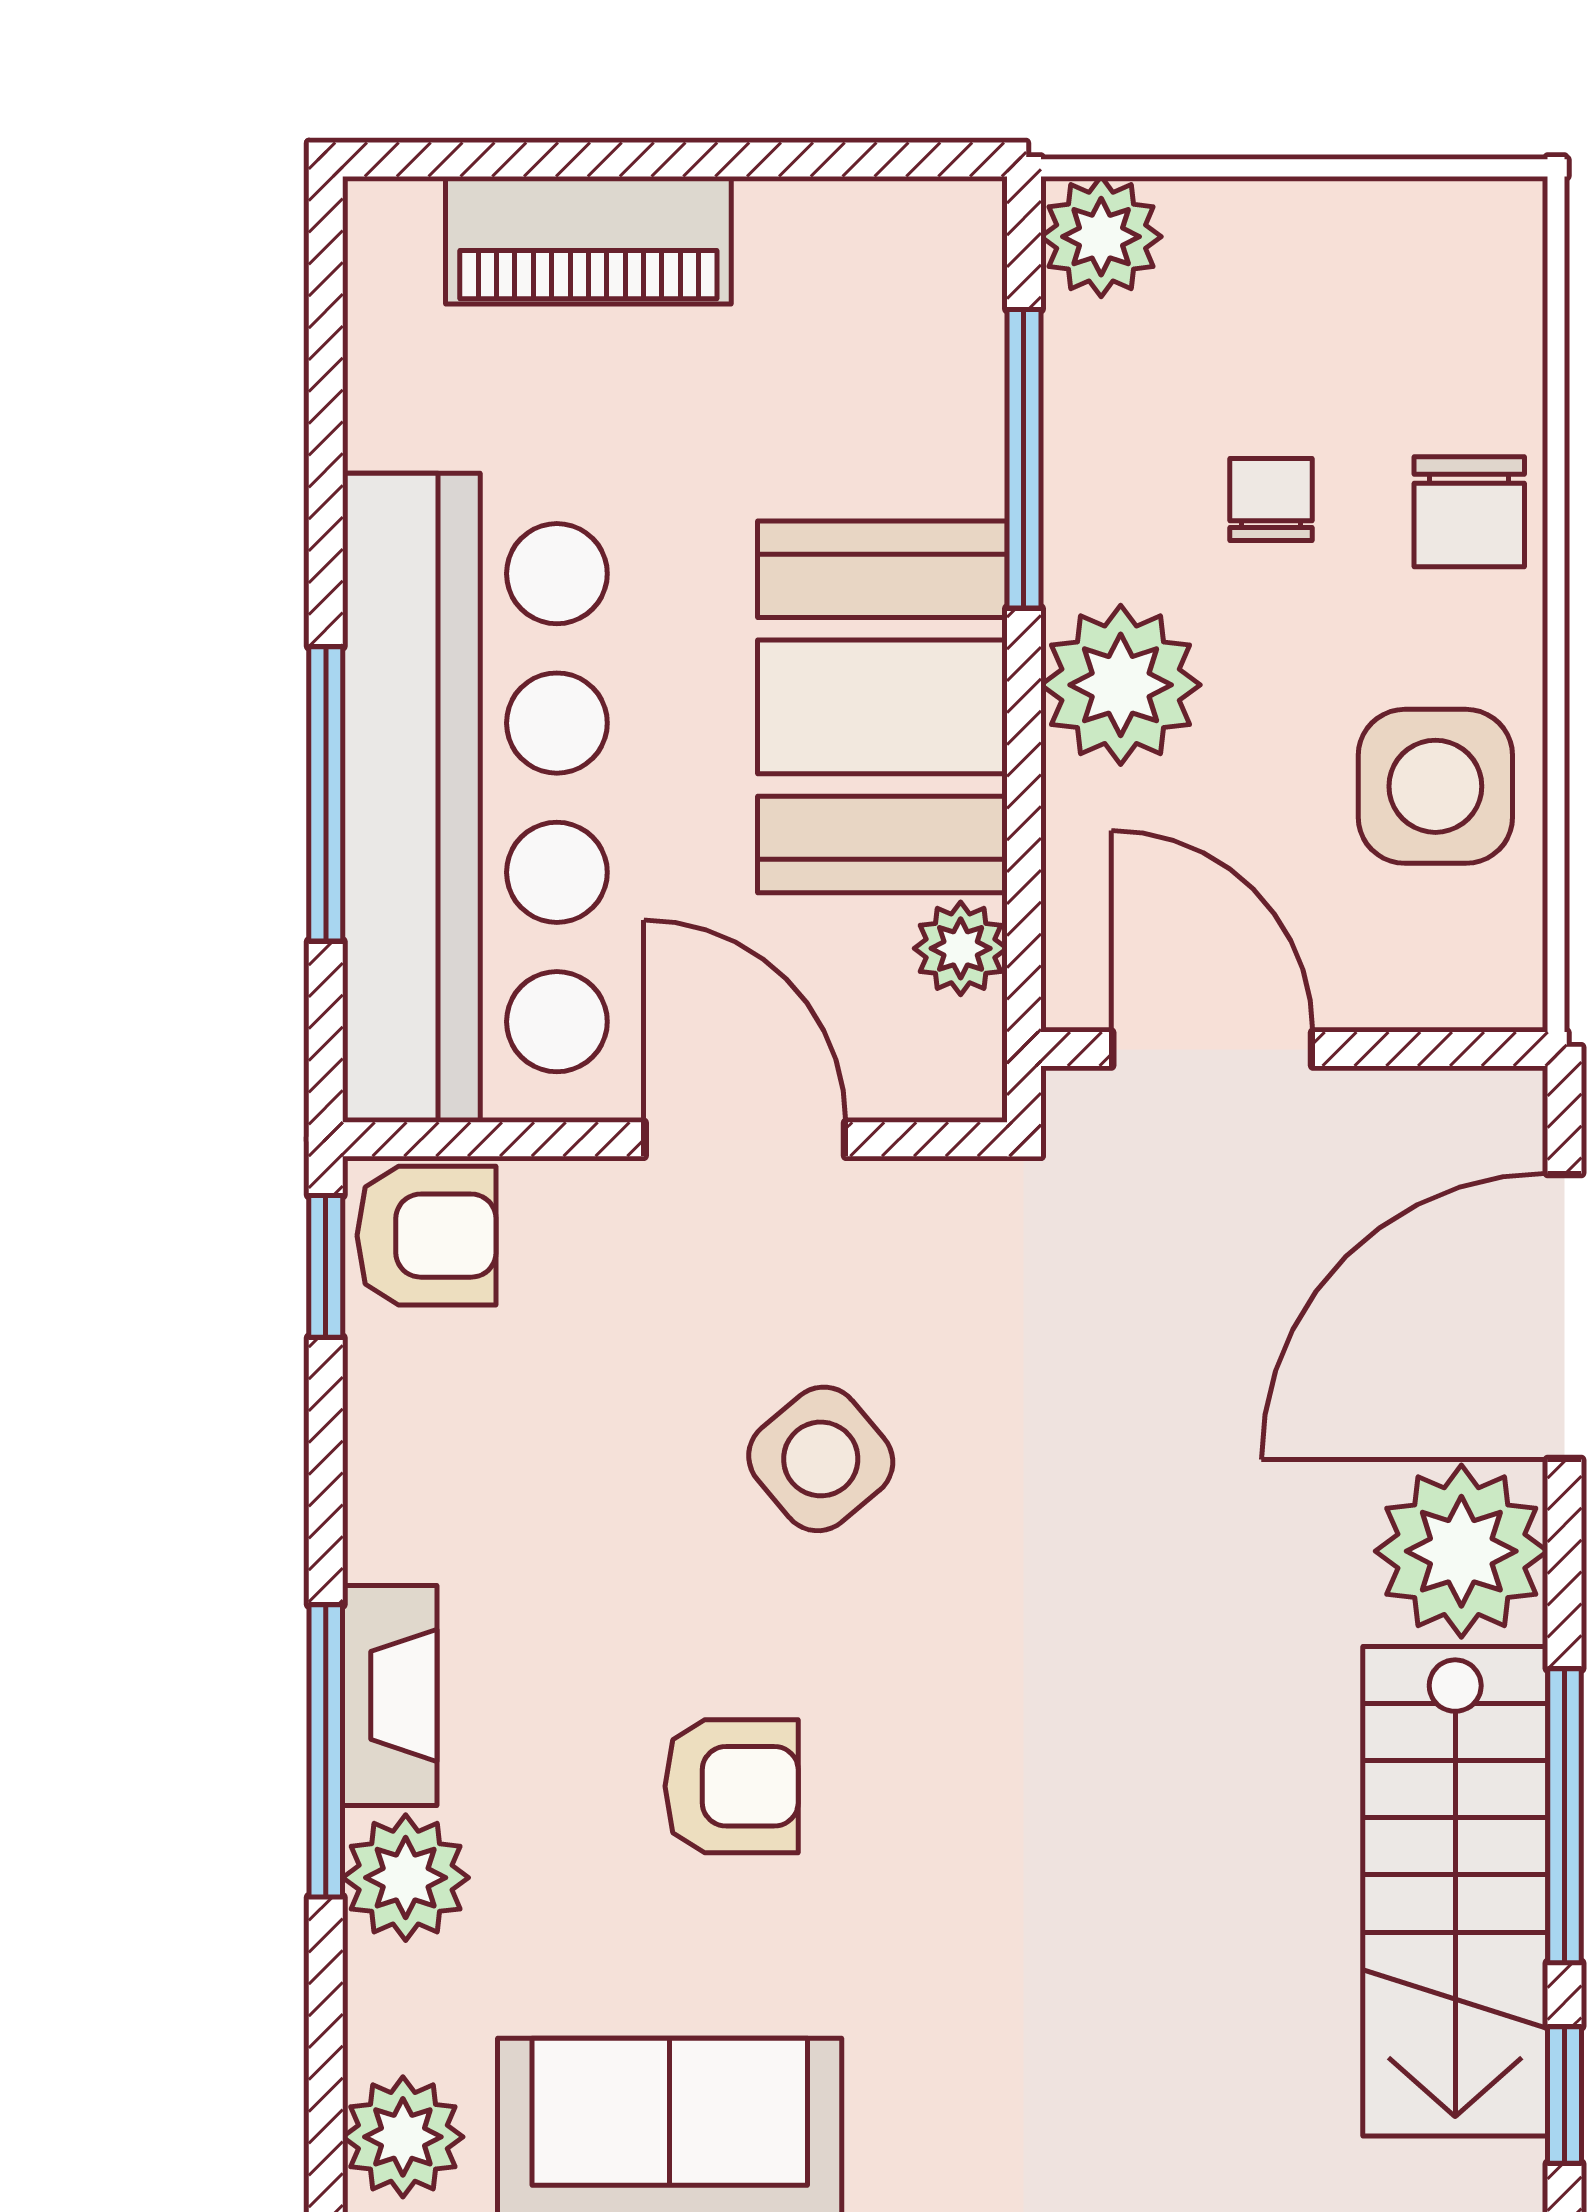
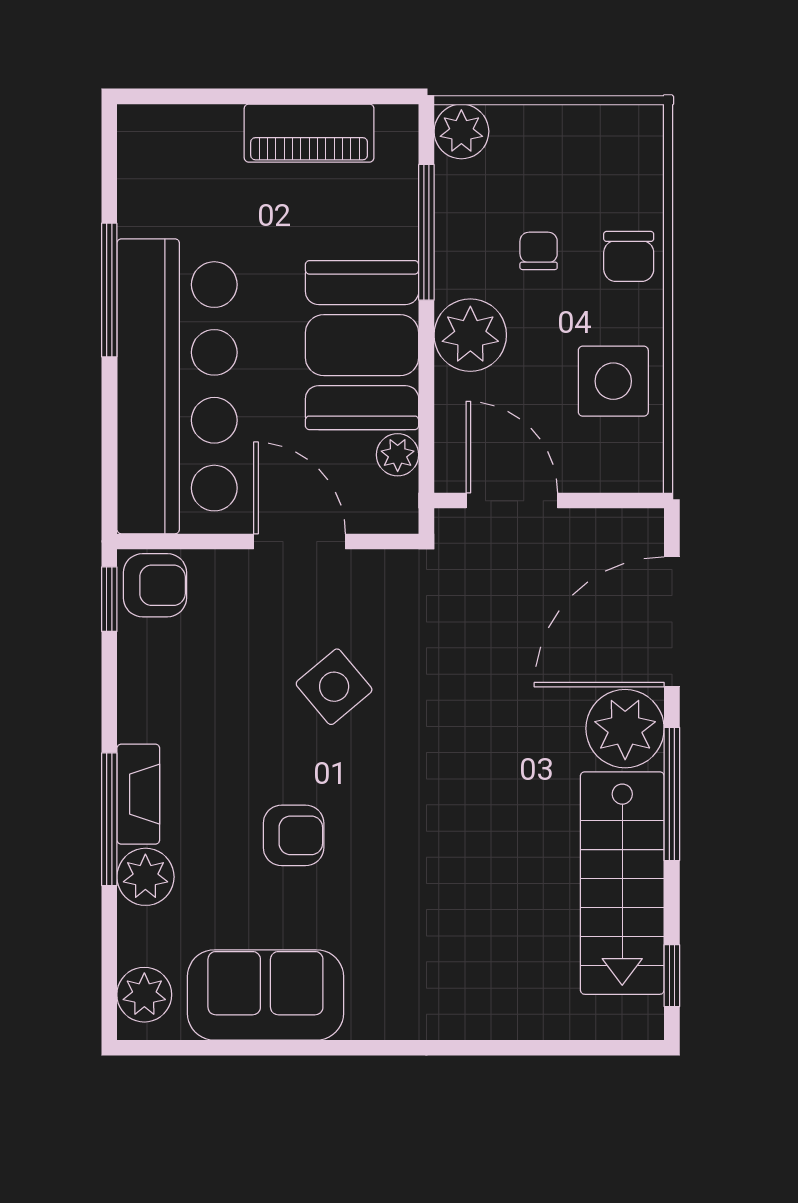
piano: (588, 240) -> (309, 133), moved
window: (326, 794) -> (109, 290), moved
window: (1564, 1816) -> (672, 794), moved

